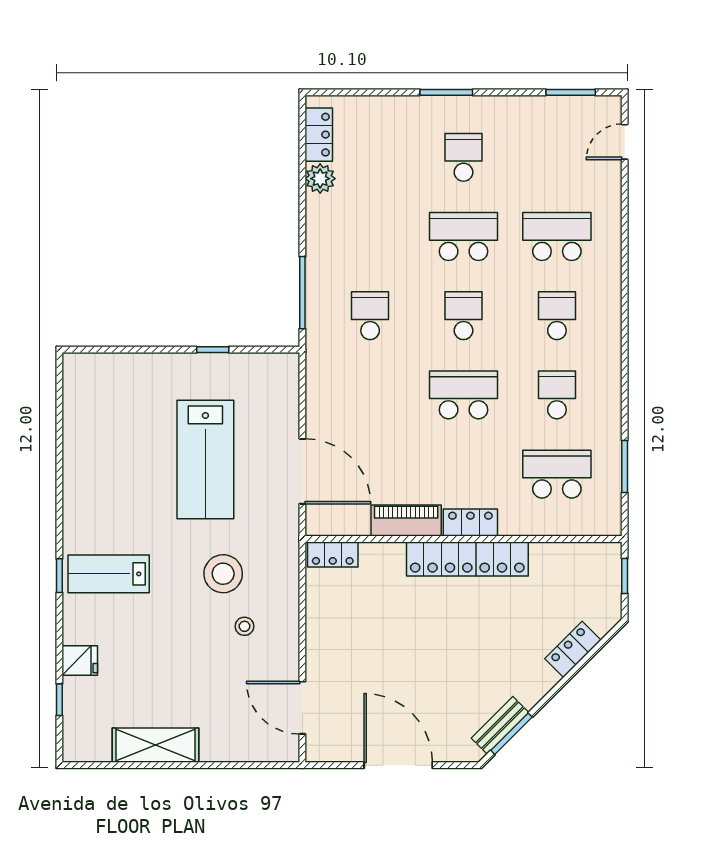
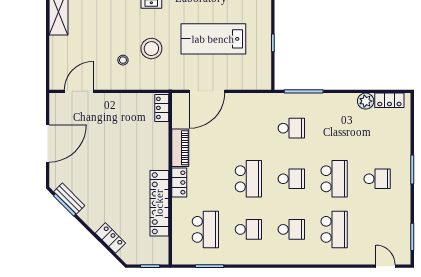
locker: (467, 559) -> (159, 203), moved

